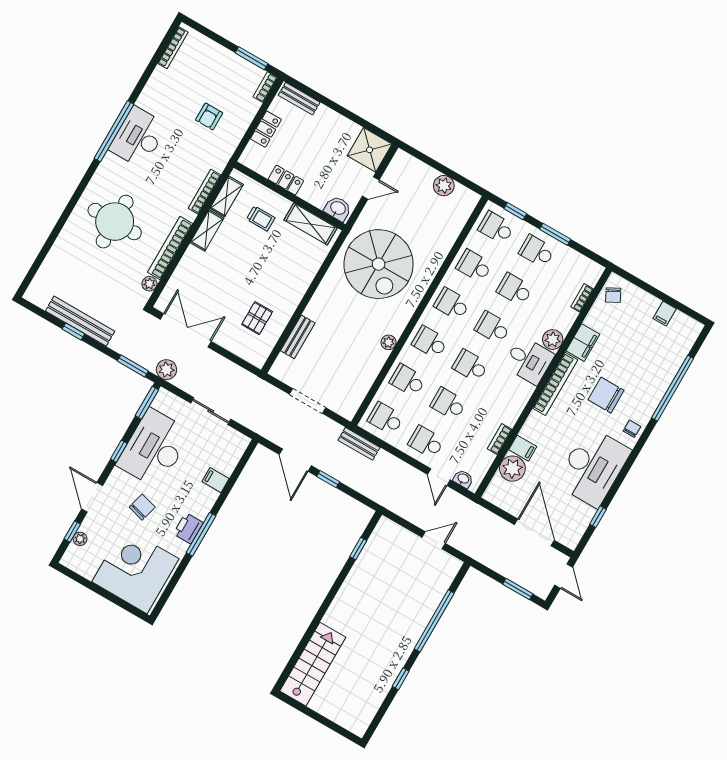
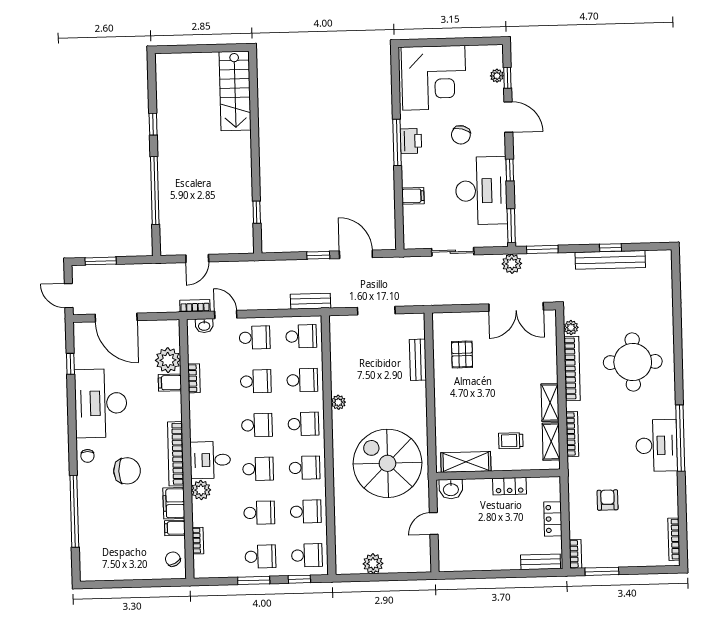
shower: (370, 150) -> (454, 555), removed
filing cabinet: (665, 314) -> (175, 528), moved, turned -90
bookcase: (461, 501) -> (195, 306), added

